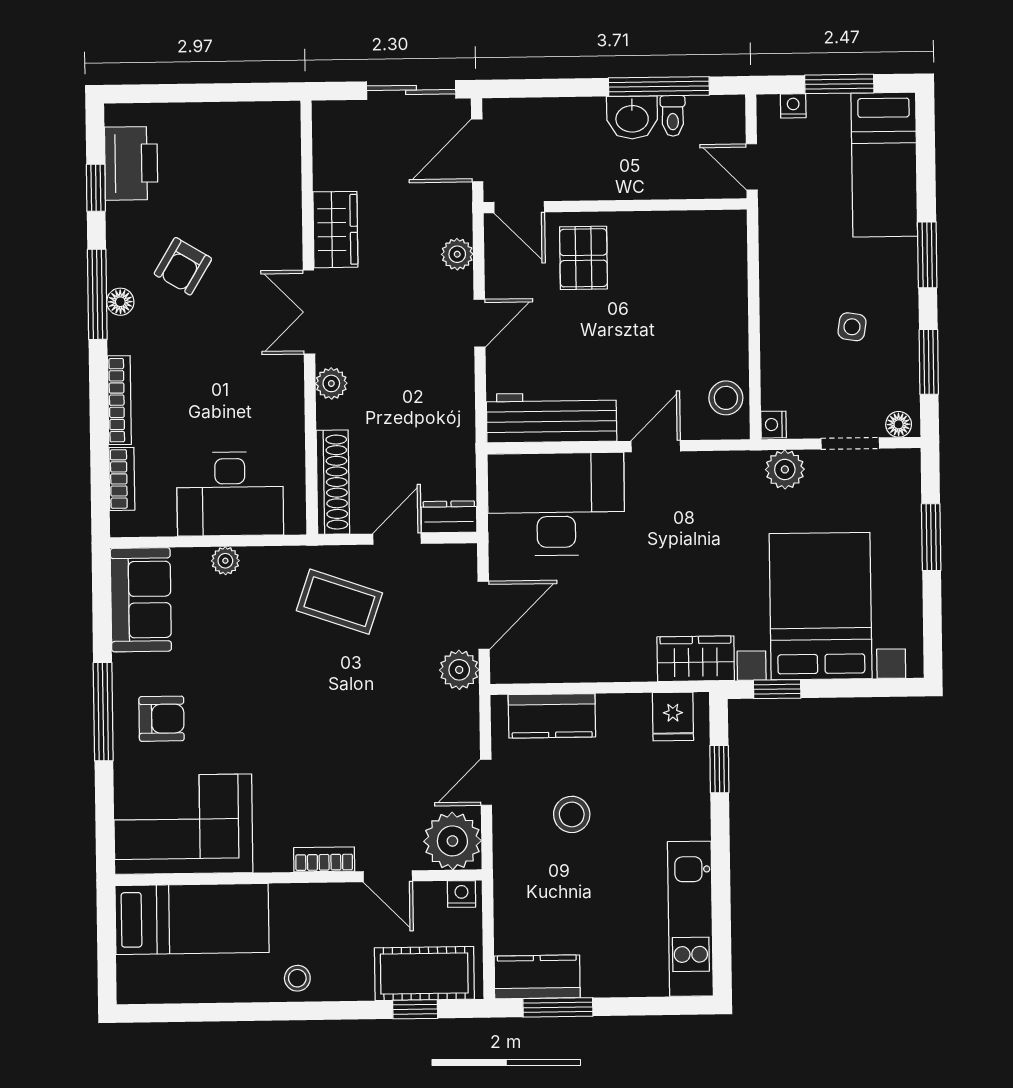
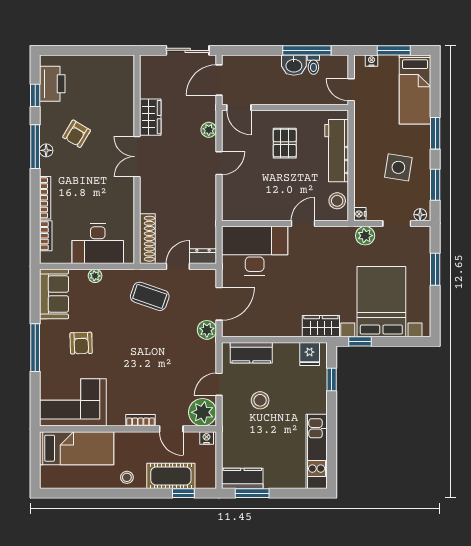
pallet: (584, 258) -> (285, 143), moved
side table: (852, 327) -> (398, 167), width x1.87, depth x1.87
plant: (331, 383) -> (147, 191), removed
workbench: (551, 418) -> (337, 151), moved, turned -90
armchair: (162, 719) -> (81, 343), moved, turned 88
cot: (424, 974) -> (171, 476), moved

